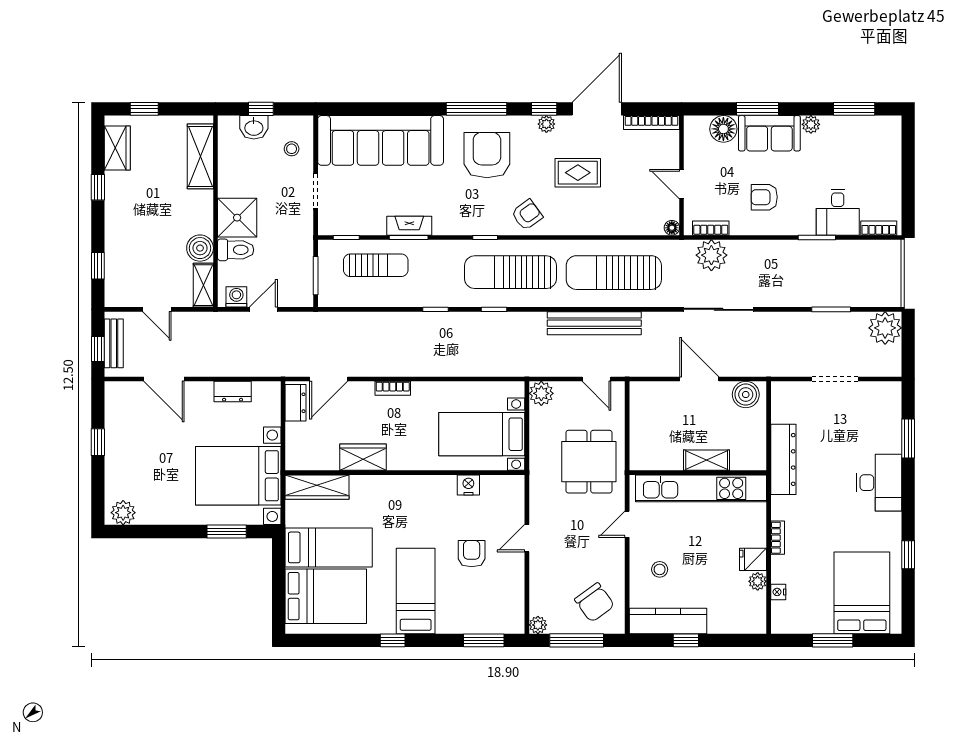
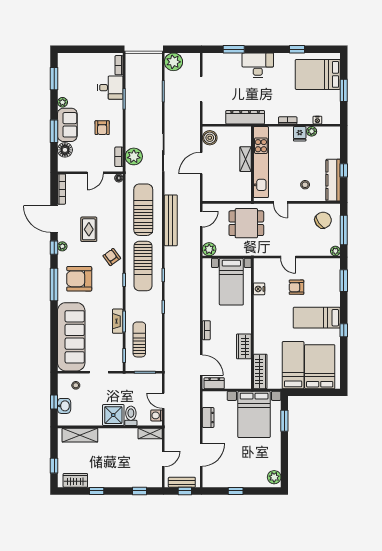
boiler: (200, 248) -> (130, 435), removed
sun lounger: (614, 273) -> (143, 210), turned 180

